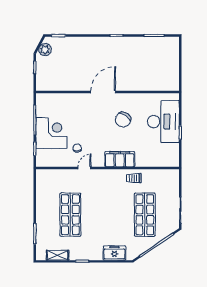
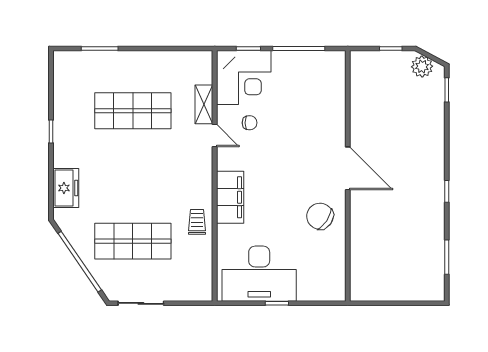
chair: (123, 120) -> (320, 216), moved
desk: (163, 122) -> (259, 274), moved
corner desk: (51, 133) -> (244, 78), moved
shelving: (58, 255) -> (204, 104), moved

